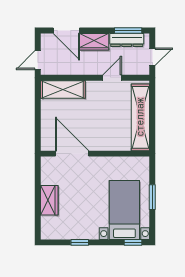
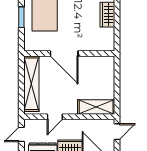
door: (72, 154) -> (64, 54), moved

